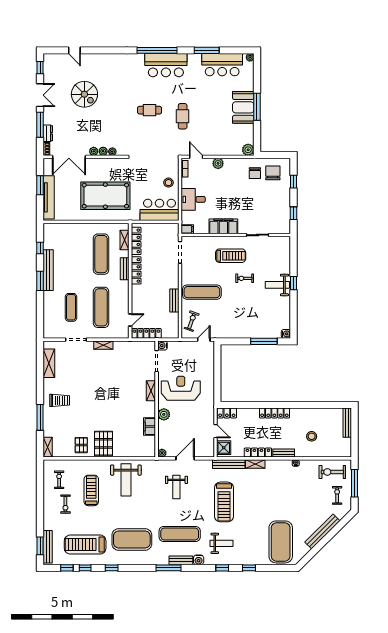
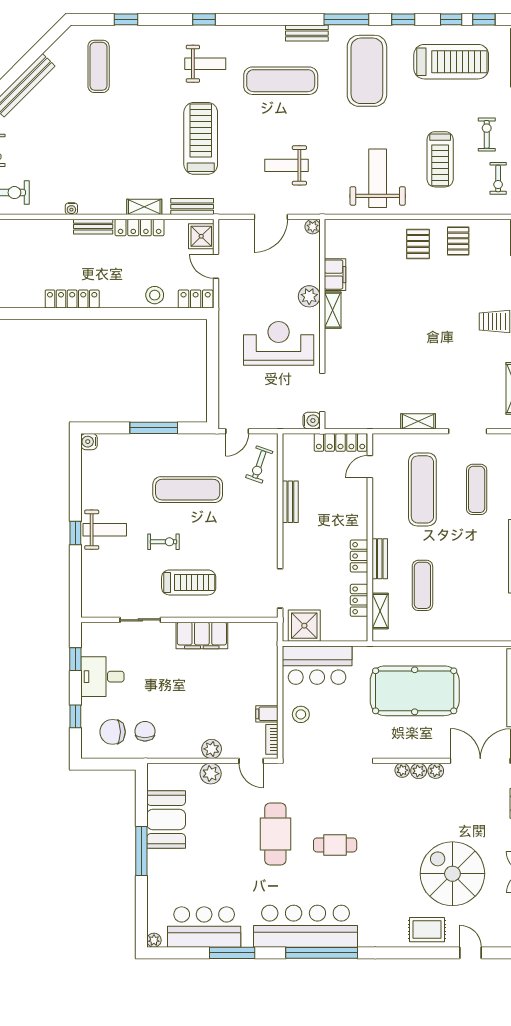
rug: (99, 63) -> (427, 930), added
bar counter: (166, 65) -> (306, 926), width x1.36
spiral stairs: (84, 94) -> (452, 874), width x1.37, depth x1.37
booth: (243, 107) -> (166, 819), moved
cafe table: (183, 116) -> (275, 834), width x1.37, depth x1.35
plant: (248, 150) -> (211, 774), moved
chair: (273, 173) -> (113, 732), turned 90
desk: (193, 199) -> (102, 677), moved, turned 180
filing cabinet: (187, 229) -> (267, 714), moved
shower: (167, 232) -> (304, 626), added
locker: (136, 241) -> (359, 600), width x0.66
exercise mat: (101, 254) -> (422, 585), width x0.73, depth x0.69
treadmill: (231, 256) -> (189, 582), turned 180
locker: (136, 270) -> (359, 556), width x0.66
exercise mat: (202, 292) -> (188, 490), moved
window: (264, 341) -> (154, 428), moved
reception desk: (181, 388) -> (279, 343), turned 180
shelving: (151, 391) -> (333, 310), moved
locker: (274, 413) -> (72, 299), moved
stool: (312, 436) -> (155, 295), moved
pallet: (104, 443) -> (418, 244), width x0.67, depth x0.71
bench: (229, 464) -> (192, 207), width x0.73
weight bench: (176, 487) -> (286, 165), turned -90
exercise mat: (132, 539) -> (367, 71), turned 90
exercise mat: (281, 542) -> (99, 66), width x0.50, depth x0.69
weight bench: (222, 543) -> (205, 64), turned 180
bench: (181, 560) -> (307, 33), moved
water cooler: (199, 560) -> (247, 34), removed
window: (168, 568) -> (346, 19), moved
window: (249, 568) -> (126, 19), moved

